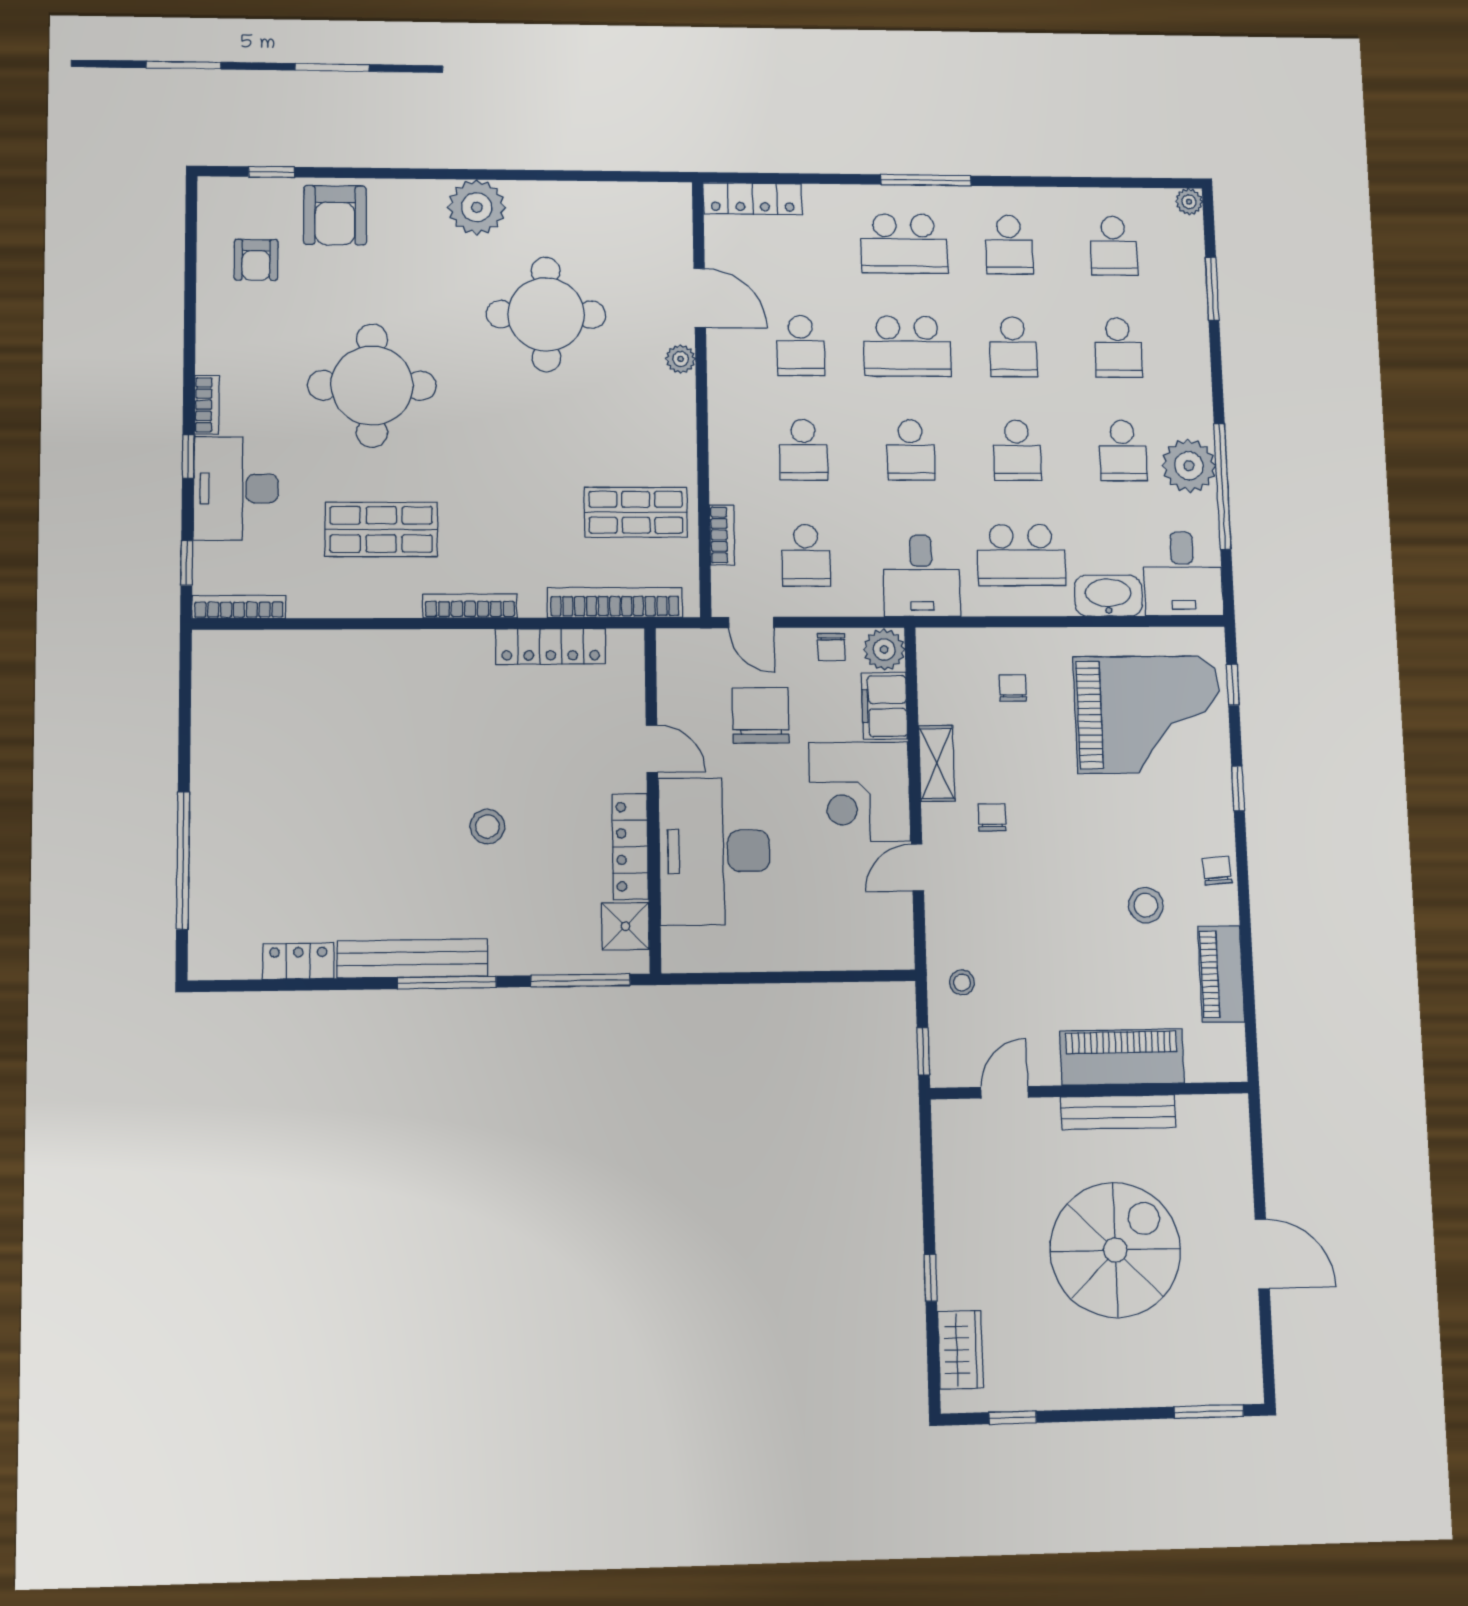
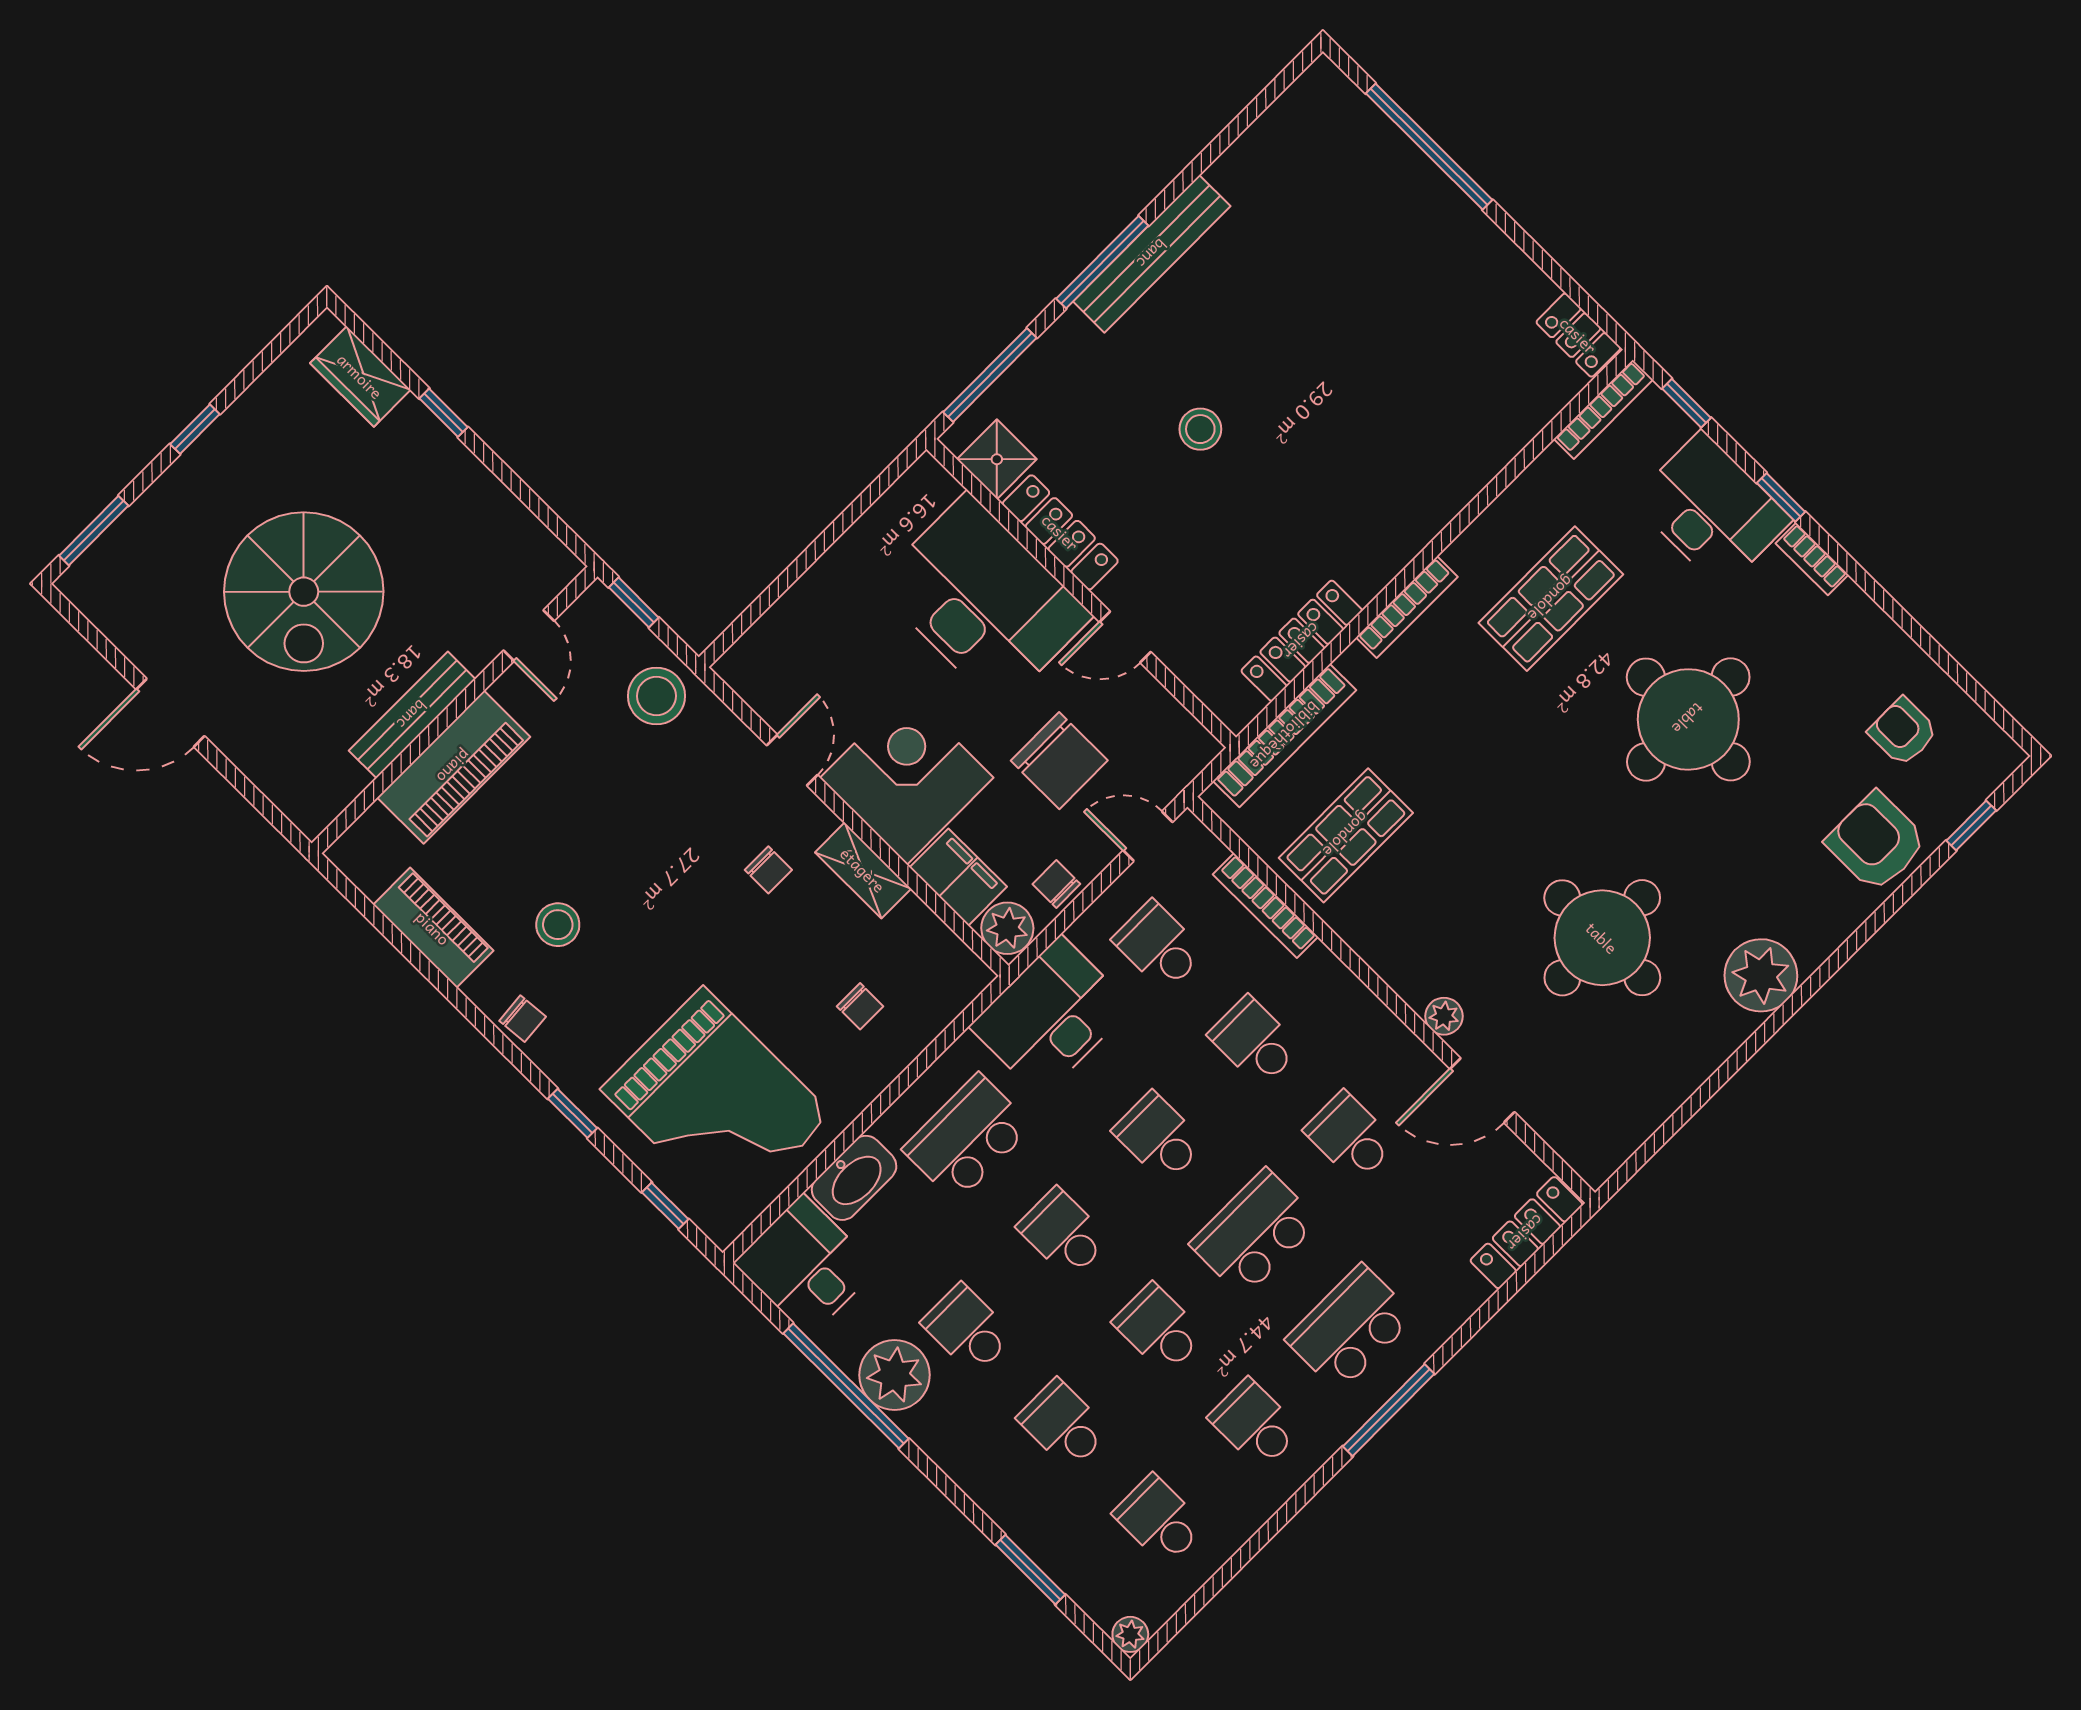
bookcase: (722, 535) -> (1265, 906), width x1.56
desk: (921, 576) -> (1051, 1016), width x1.37
grand piano: (1148, 715) -> (716, 1102), turned -90
locker: (298, 961) -> (1578, 335), moved, turned 90
stool: (962, 983) -> (656, 696), width x1.89, depth x1.89
window: (1013, 1417) -> (195, 429), moved

